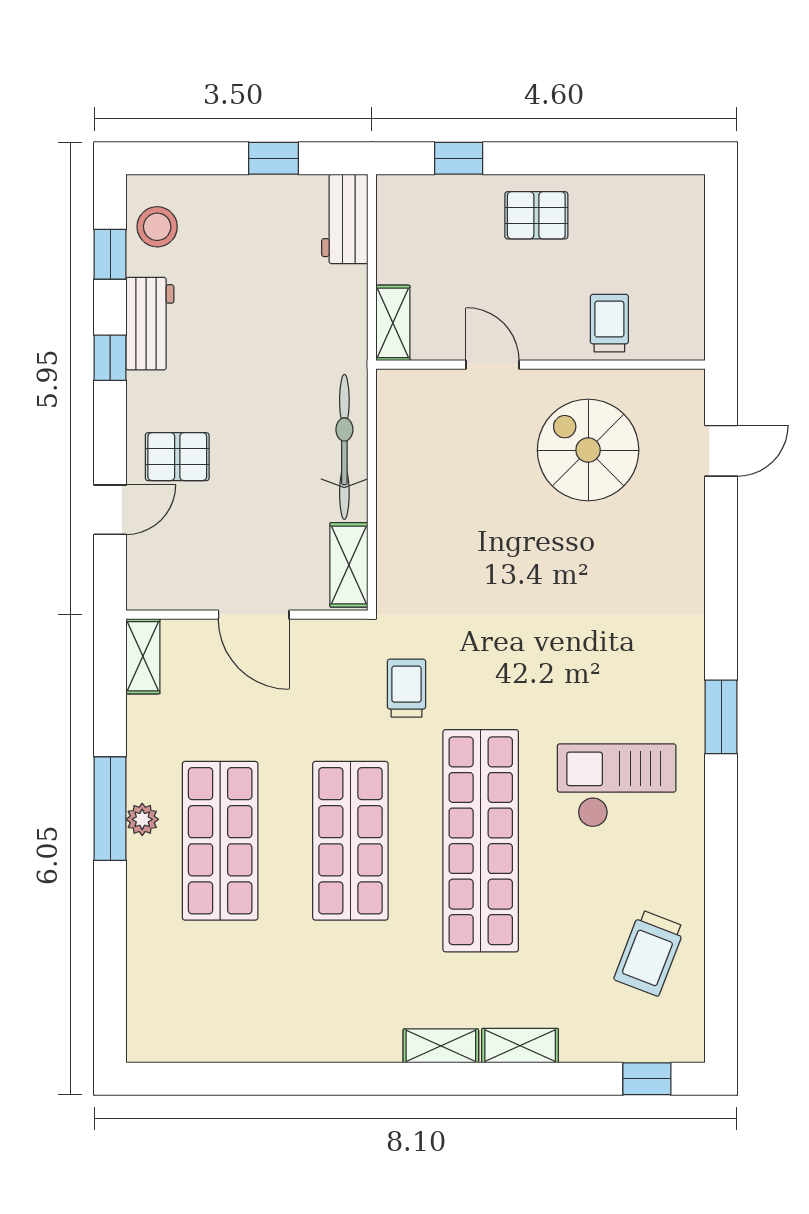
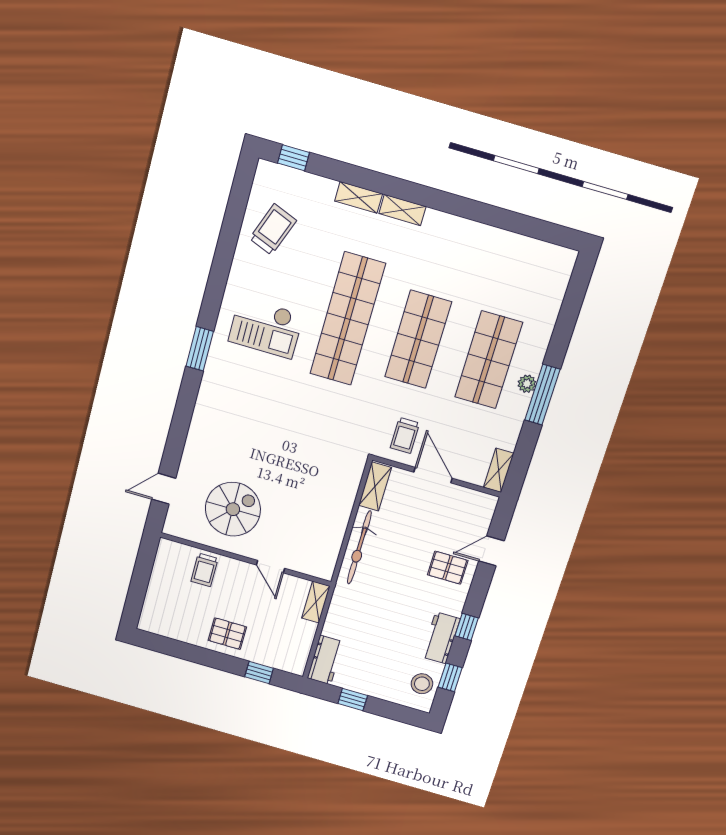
spiral stairs: (588, 450) -> (233, 509), turned -90
trolley: (406, 688) -> (405, 435), moved

